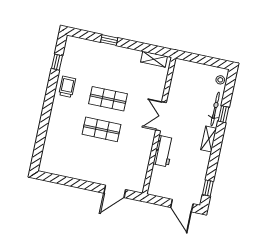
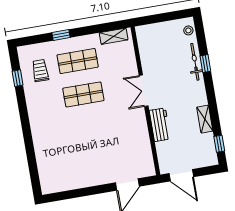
trolley: (67, 87) -> (40, 71), moved
shop shelf: (101, 129) -> (78, 61), moved
shelving: (209, 139) -> (205, 119), moved
door: (182, 206) -> (181, 175), moved

